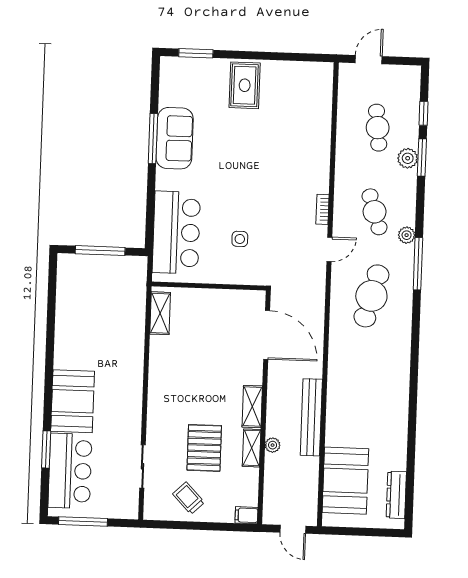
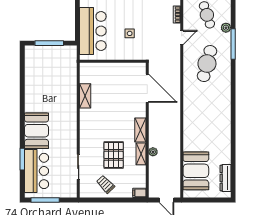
shelving: (160, 313) -> (85, 96), moved
bench: (311, 417) -> (175, 135), removed

